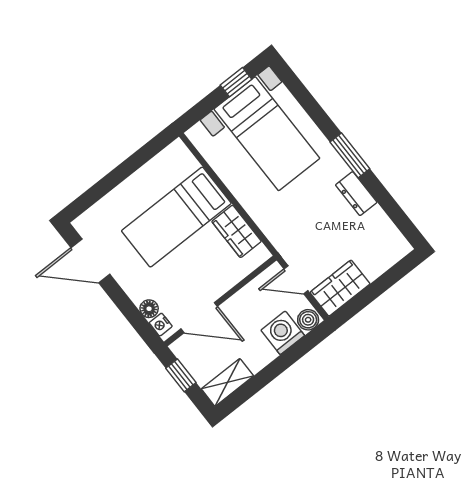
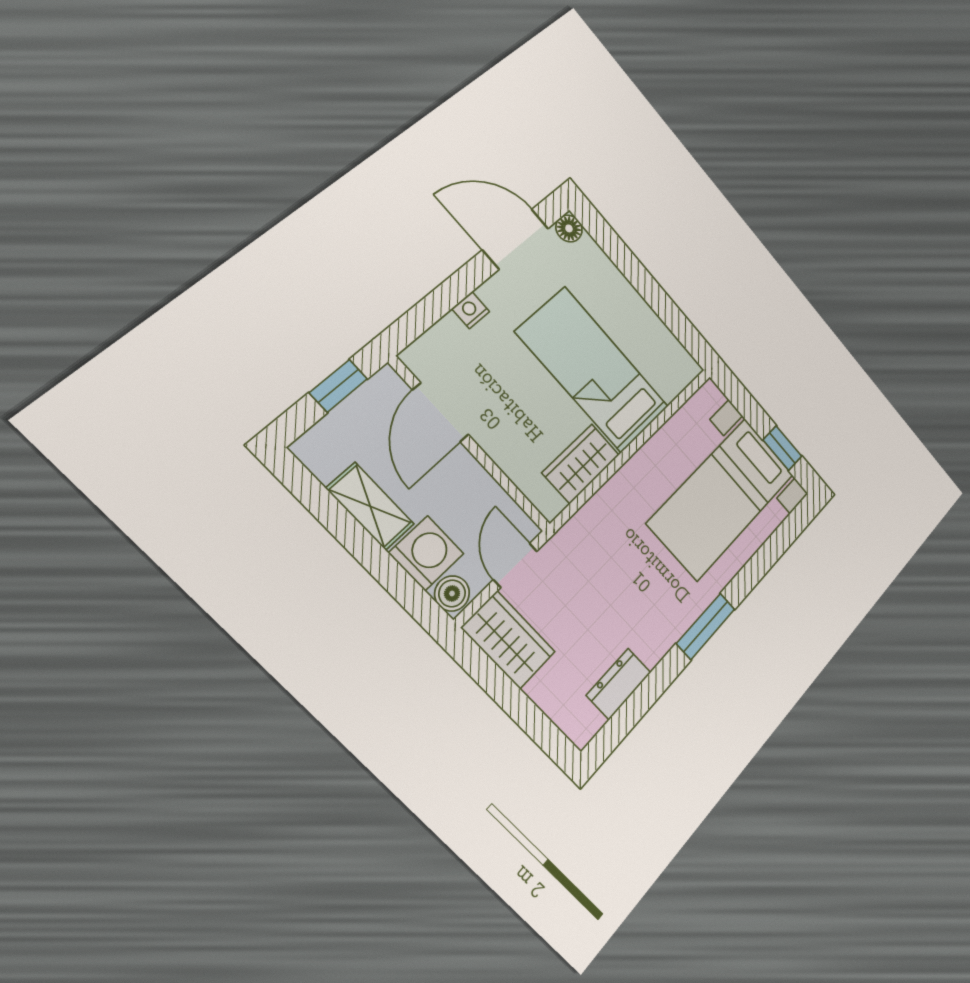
dresser: (356, 194) -> (619, 684), moved
door: (90, 261) -> (516, 239), hinge flipped
floor lamp: (149, 309) -> (569, 228), moved
nightstand: (161, 325) -> (471, 310), moved
shelving: (227, 382) -> (370, 506), moved

